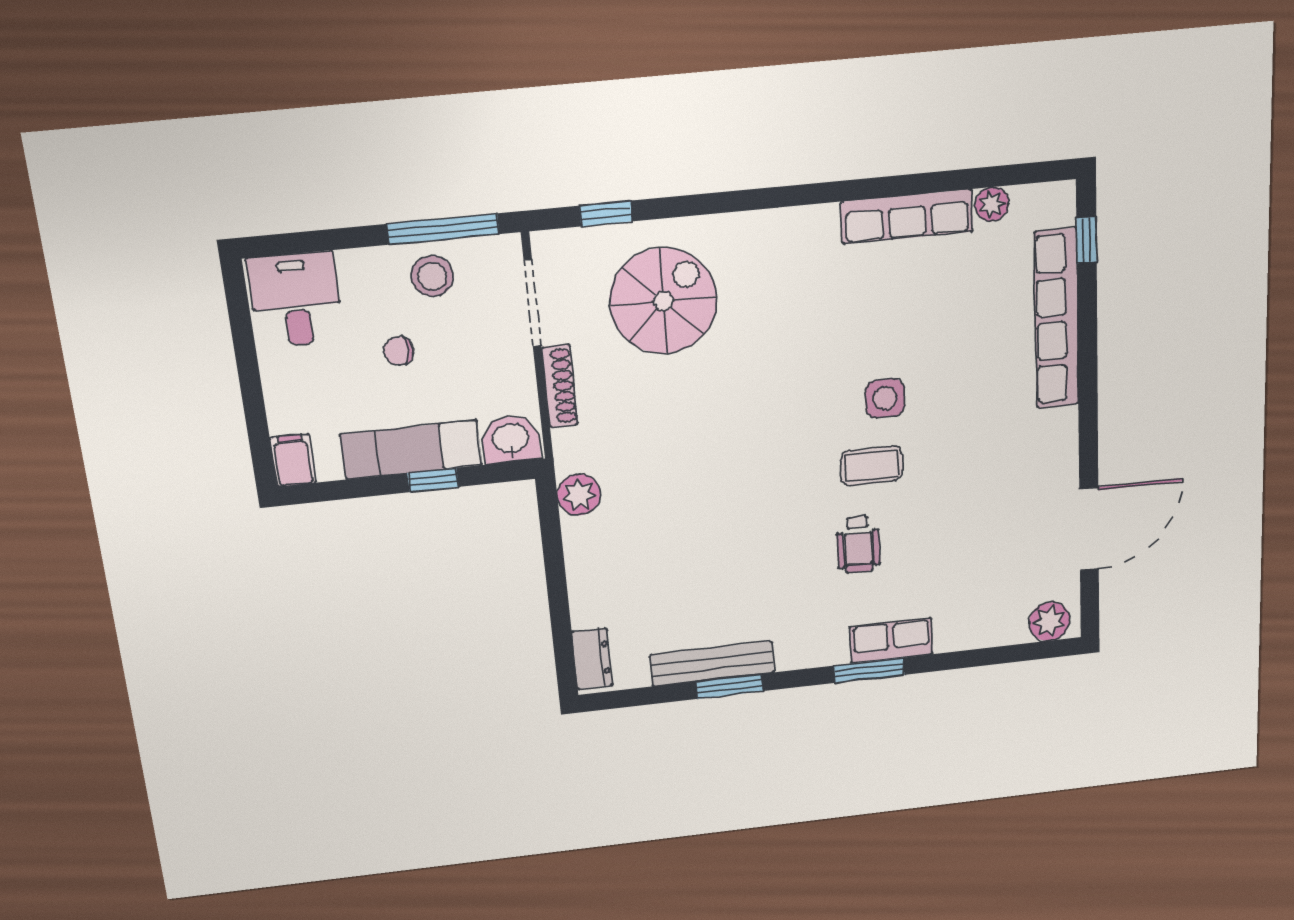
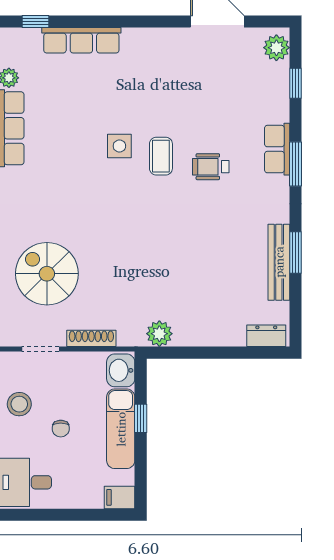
doorway: (532, 303) -> (40, 349), width x0.73
row of seats: (1057, 319) -> (81, 40), width x0.73
wheelchair: (858, 544) -> (211, 167), turned 180
window: (995, 656) -> (296, 83), added

